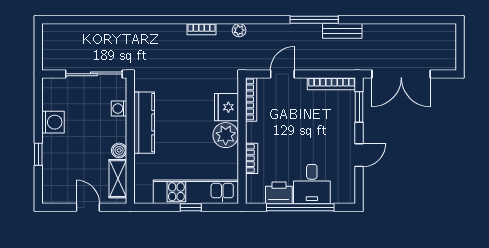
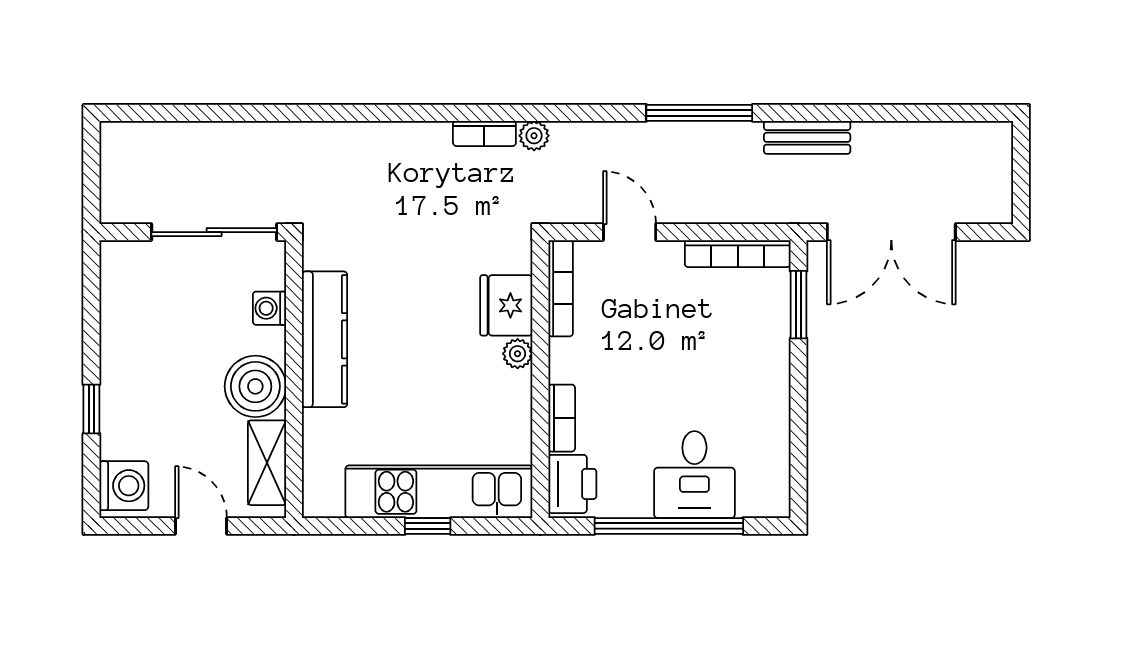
bookcase: (201, 29) -> (484, 133), moved
bench: (342, 31) -> (807, 137), moved
door: (282, 74) -> (630, 232), hinge flipped
washing machine: (53, 122) -> (124, 486), moved
plant: (226, 135) -> (518, 354), width x0.53, depth x0.53
boiler: (119, 150) -> (255, 386), width x1.86, depth x1.86
door: (359, 155) -> (799, 411), removed
printer: (279, 193) -> (572, 484), moved, turned 90

